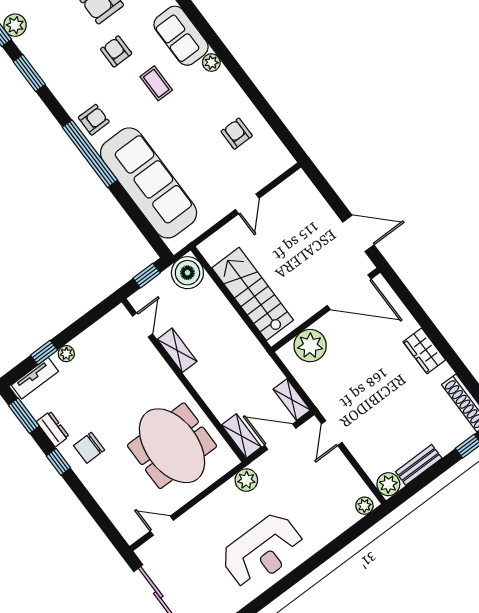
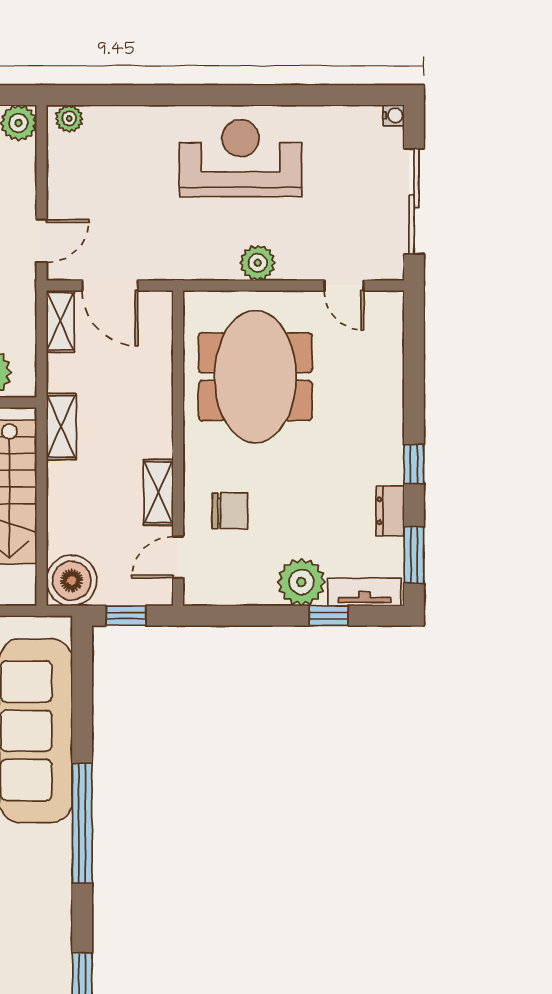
armchair: (94, 120) -> (45, 863), removed
plant: (66, 354) -> (301, 582), width x1.88, depth x1.88
shelving: (241, 436) -> (61, 427), moved
chair: (89, 448) -> (230, 511), moved
plant: (246, 480) -> (258, 263), moved

